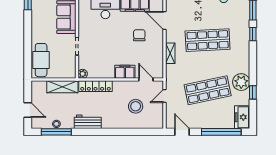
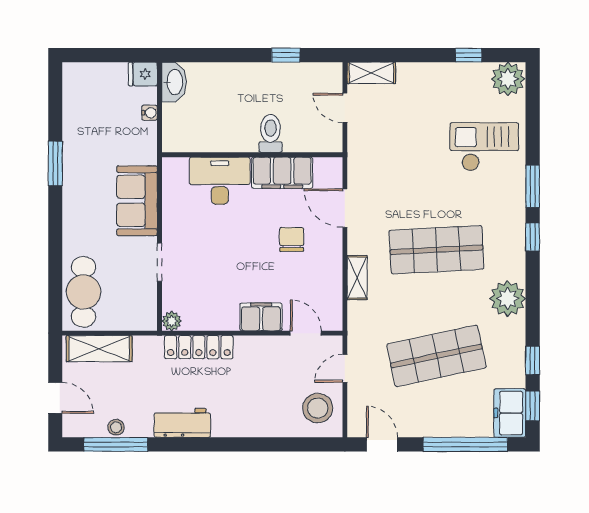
plant: (241, 82) -> (508, 298), moved
shelving: (62, 87) -> (99, 349), moved
stool: (136, 106) -> (318, 408), moved
window: (253, 114) -> (533, 406), added

